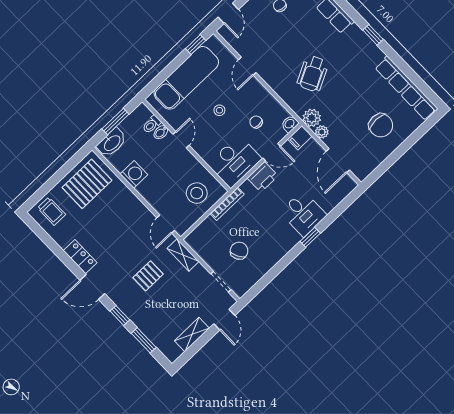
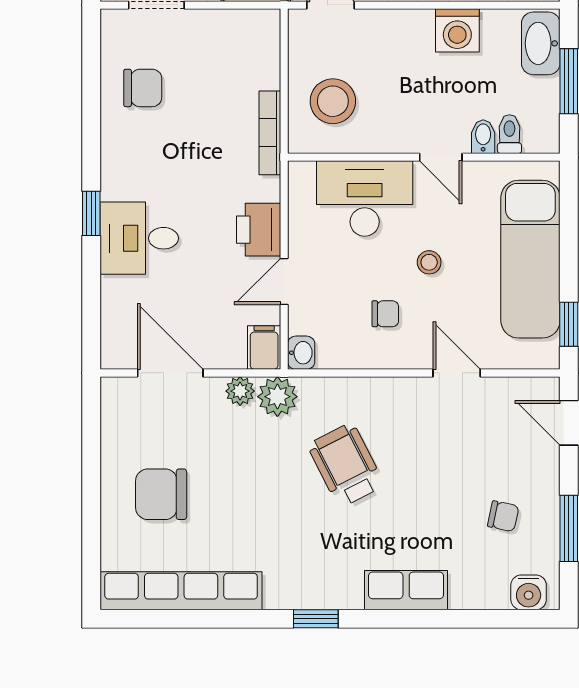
chair: (256, 122) -> (385, 314), moved
desk: (235, 161) -> (365, 199), moved, turned 90
chair: (239, 251) -> (143, 88), moved, turned -61

